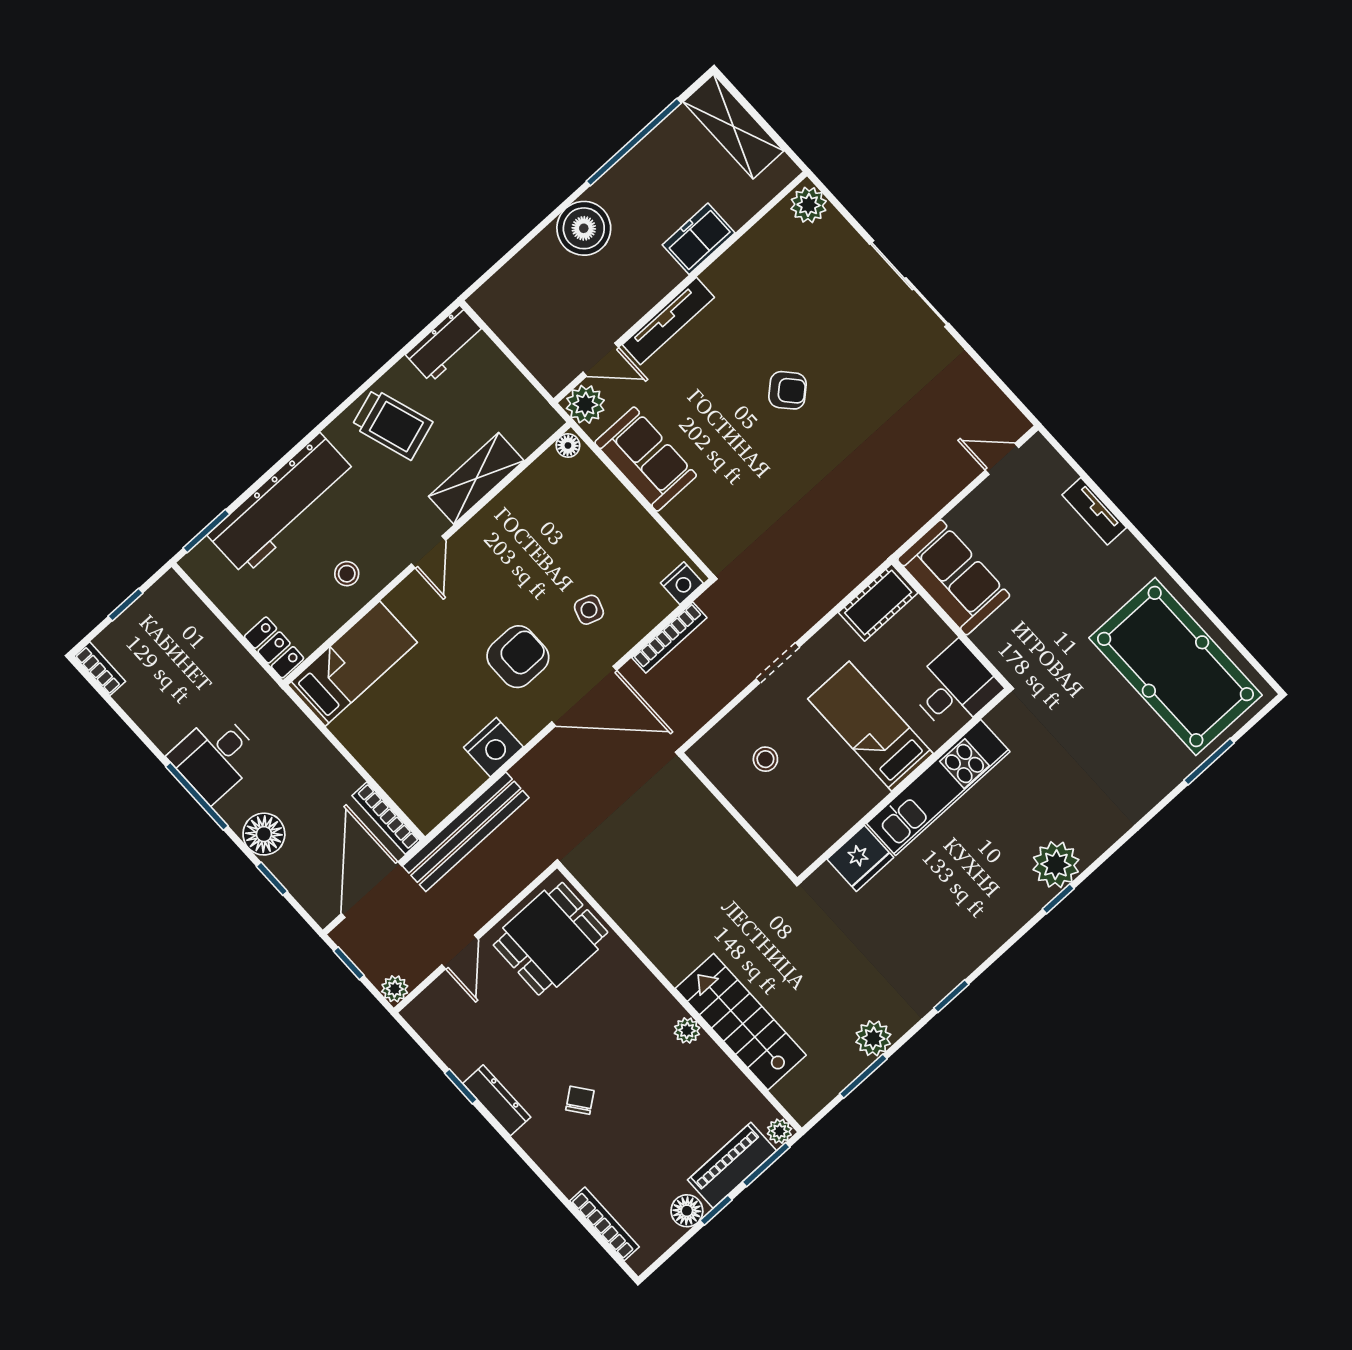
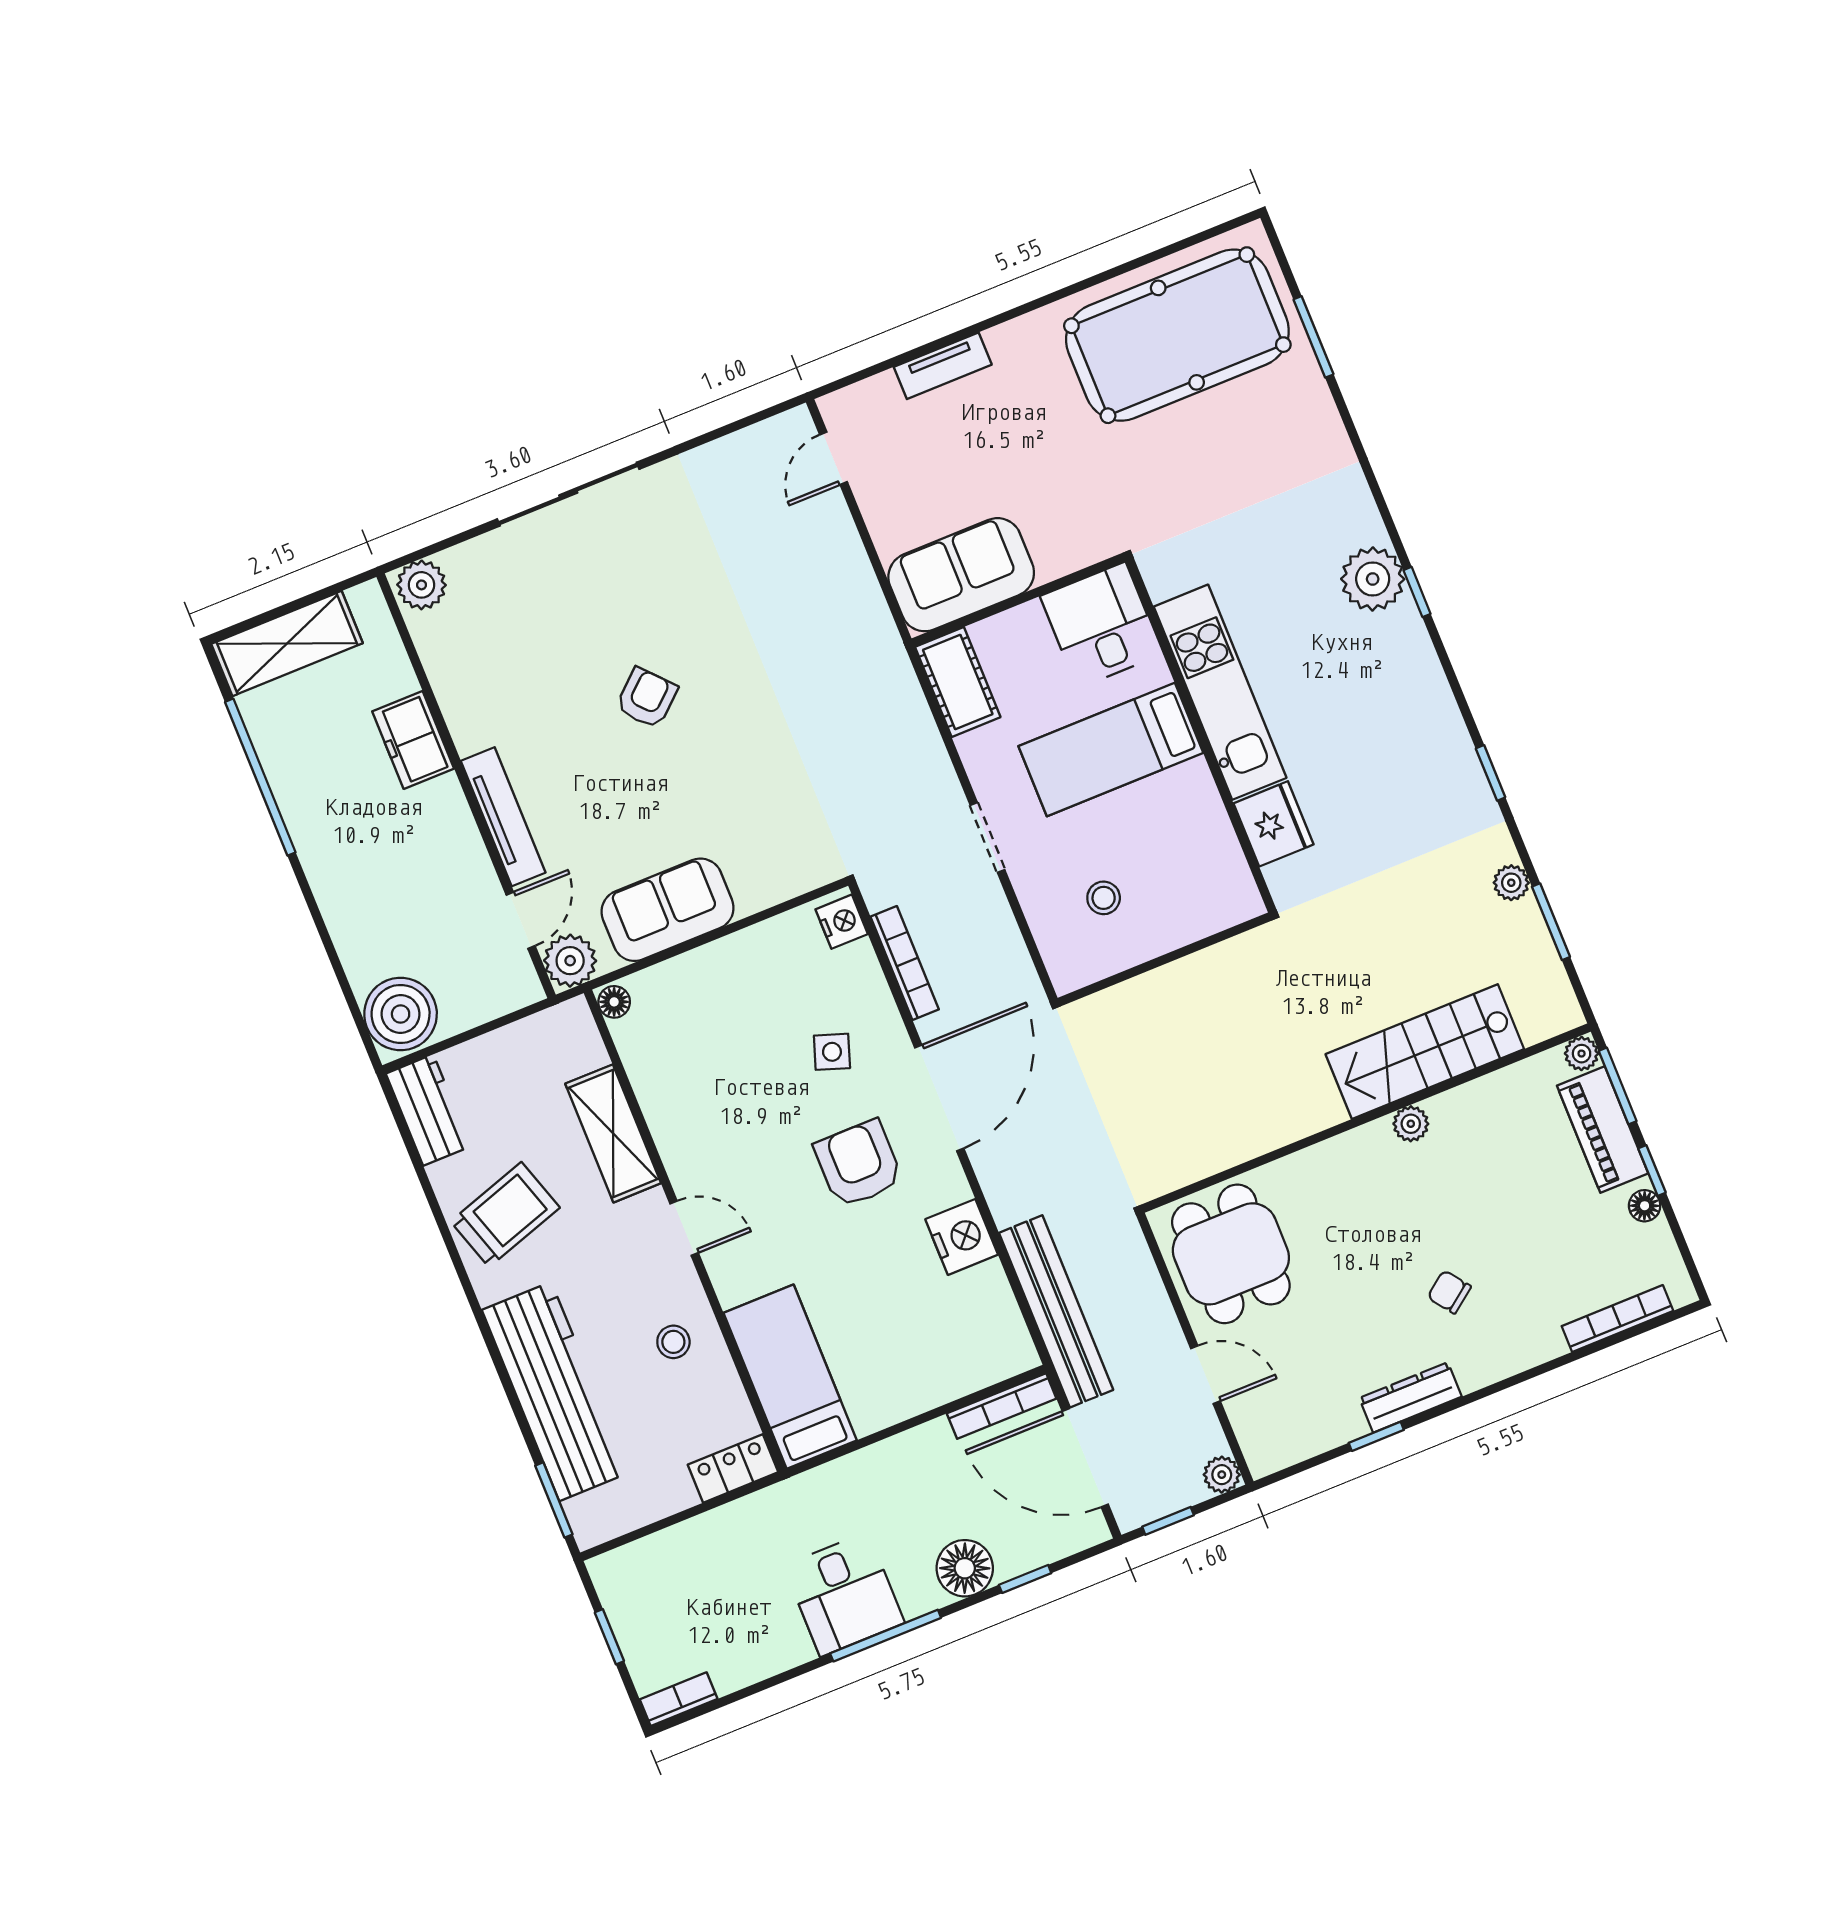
boiler: (584, 228) -> (401, 1014), moved
plant: (873, 1038) -> (1511, 883), width x0.73, depth x0.73
floor lamp: (687, 1211) -> (1645, 1206), width x0.73, depth x0.73

